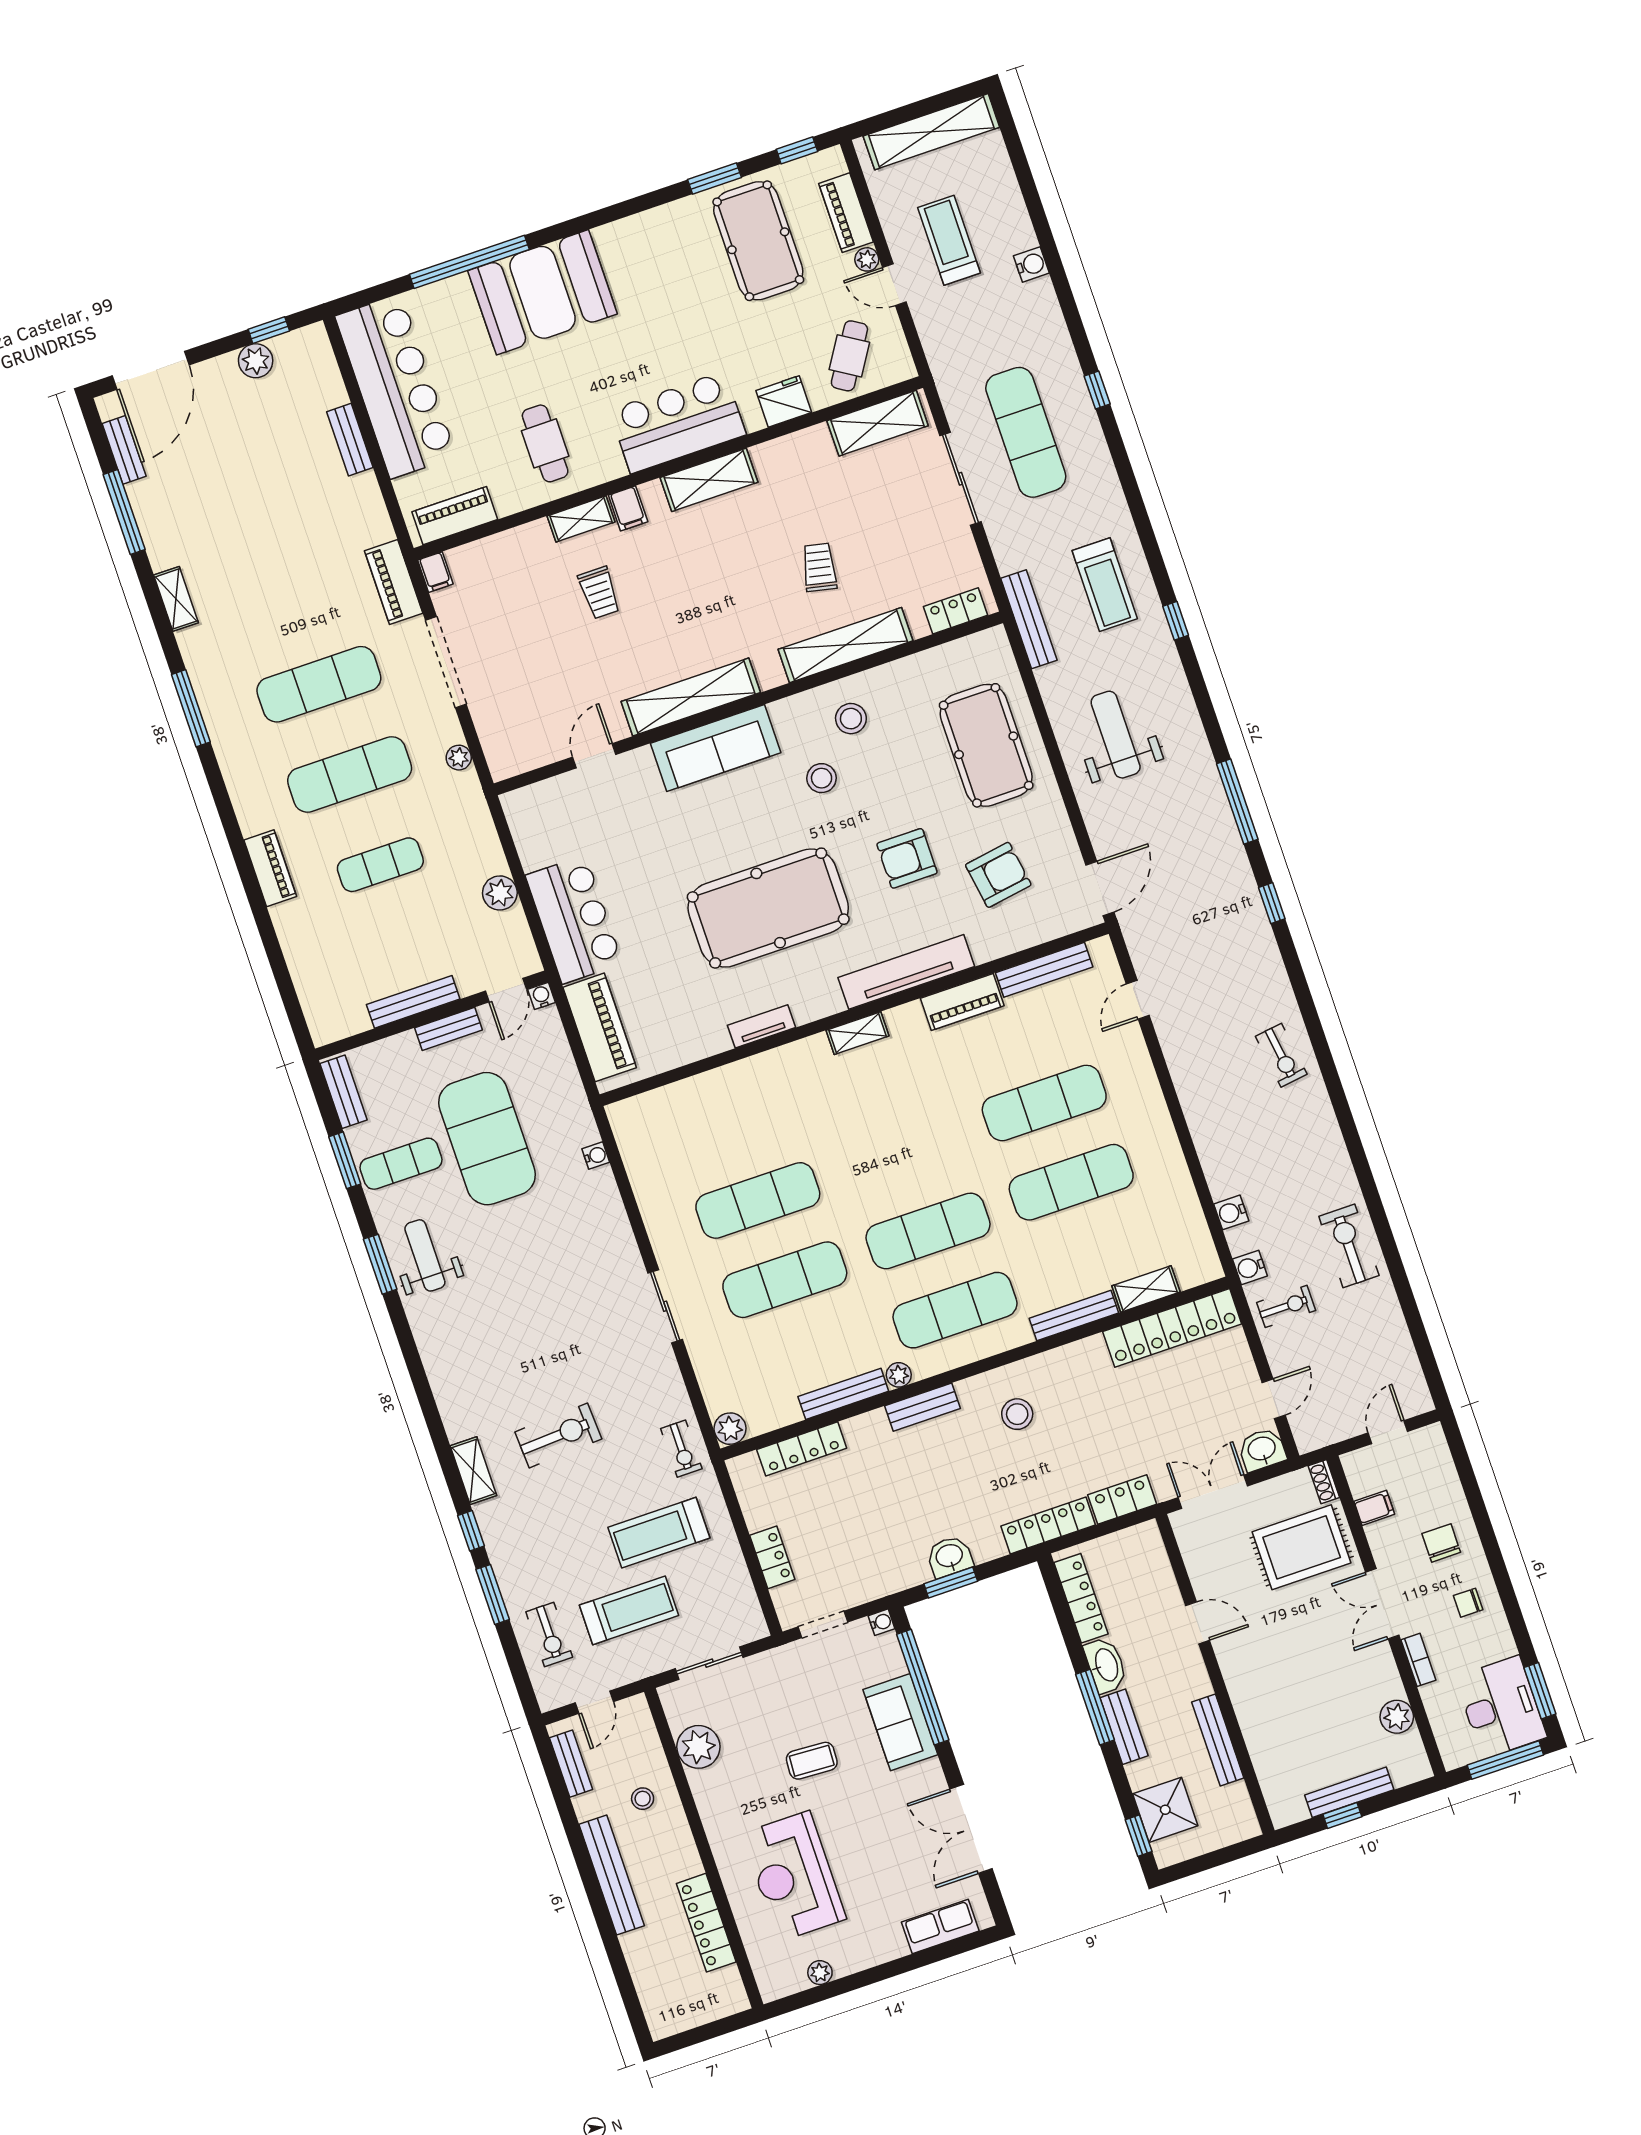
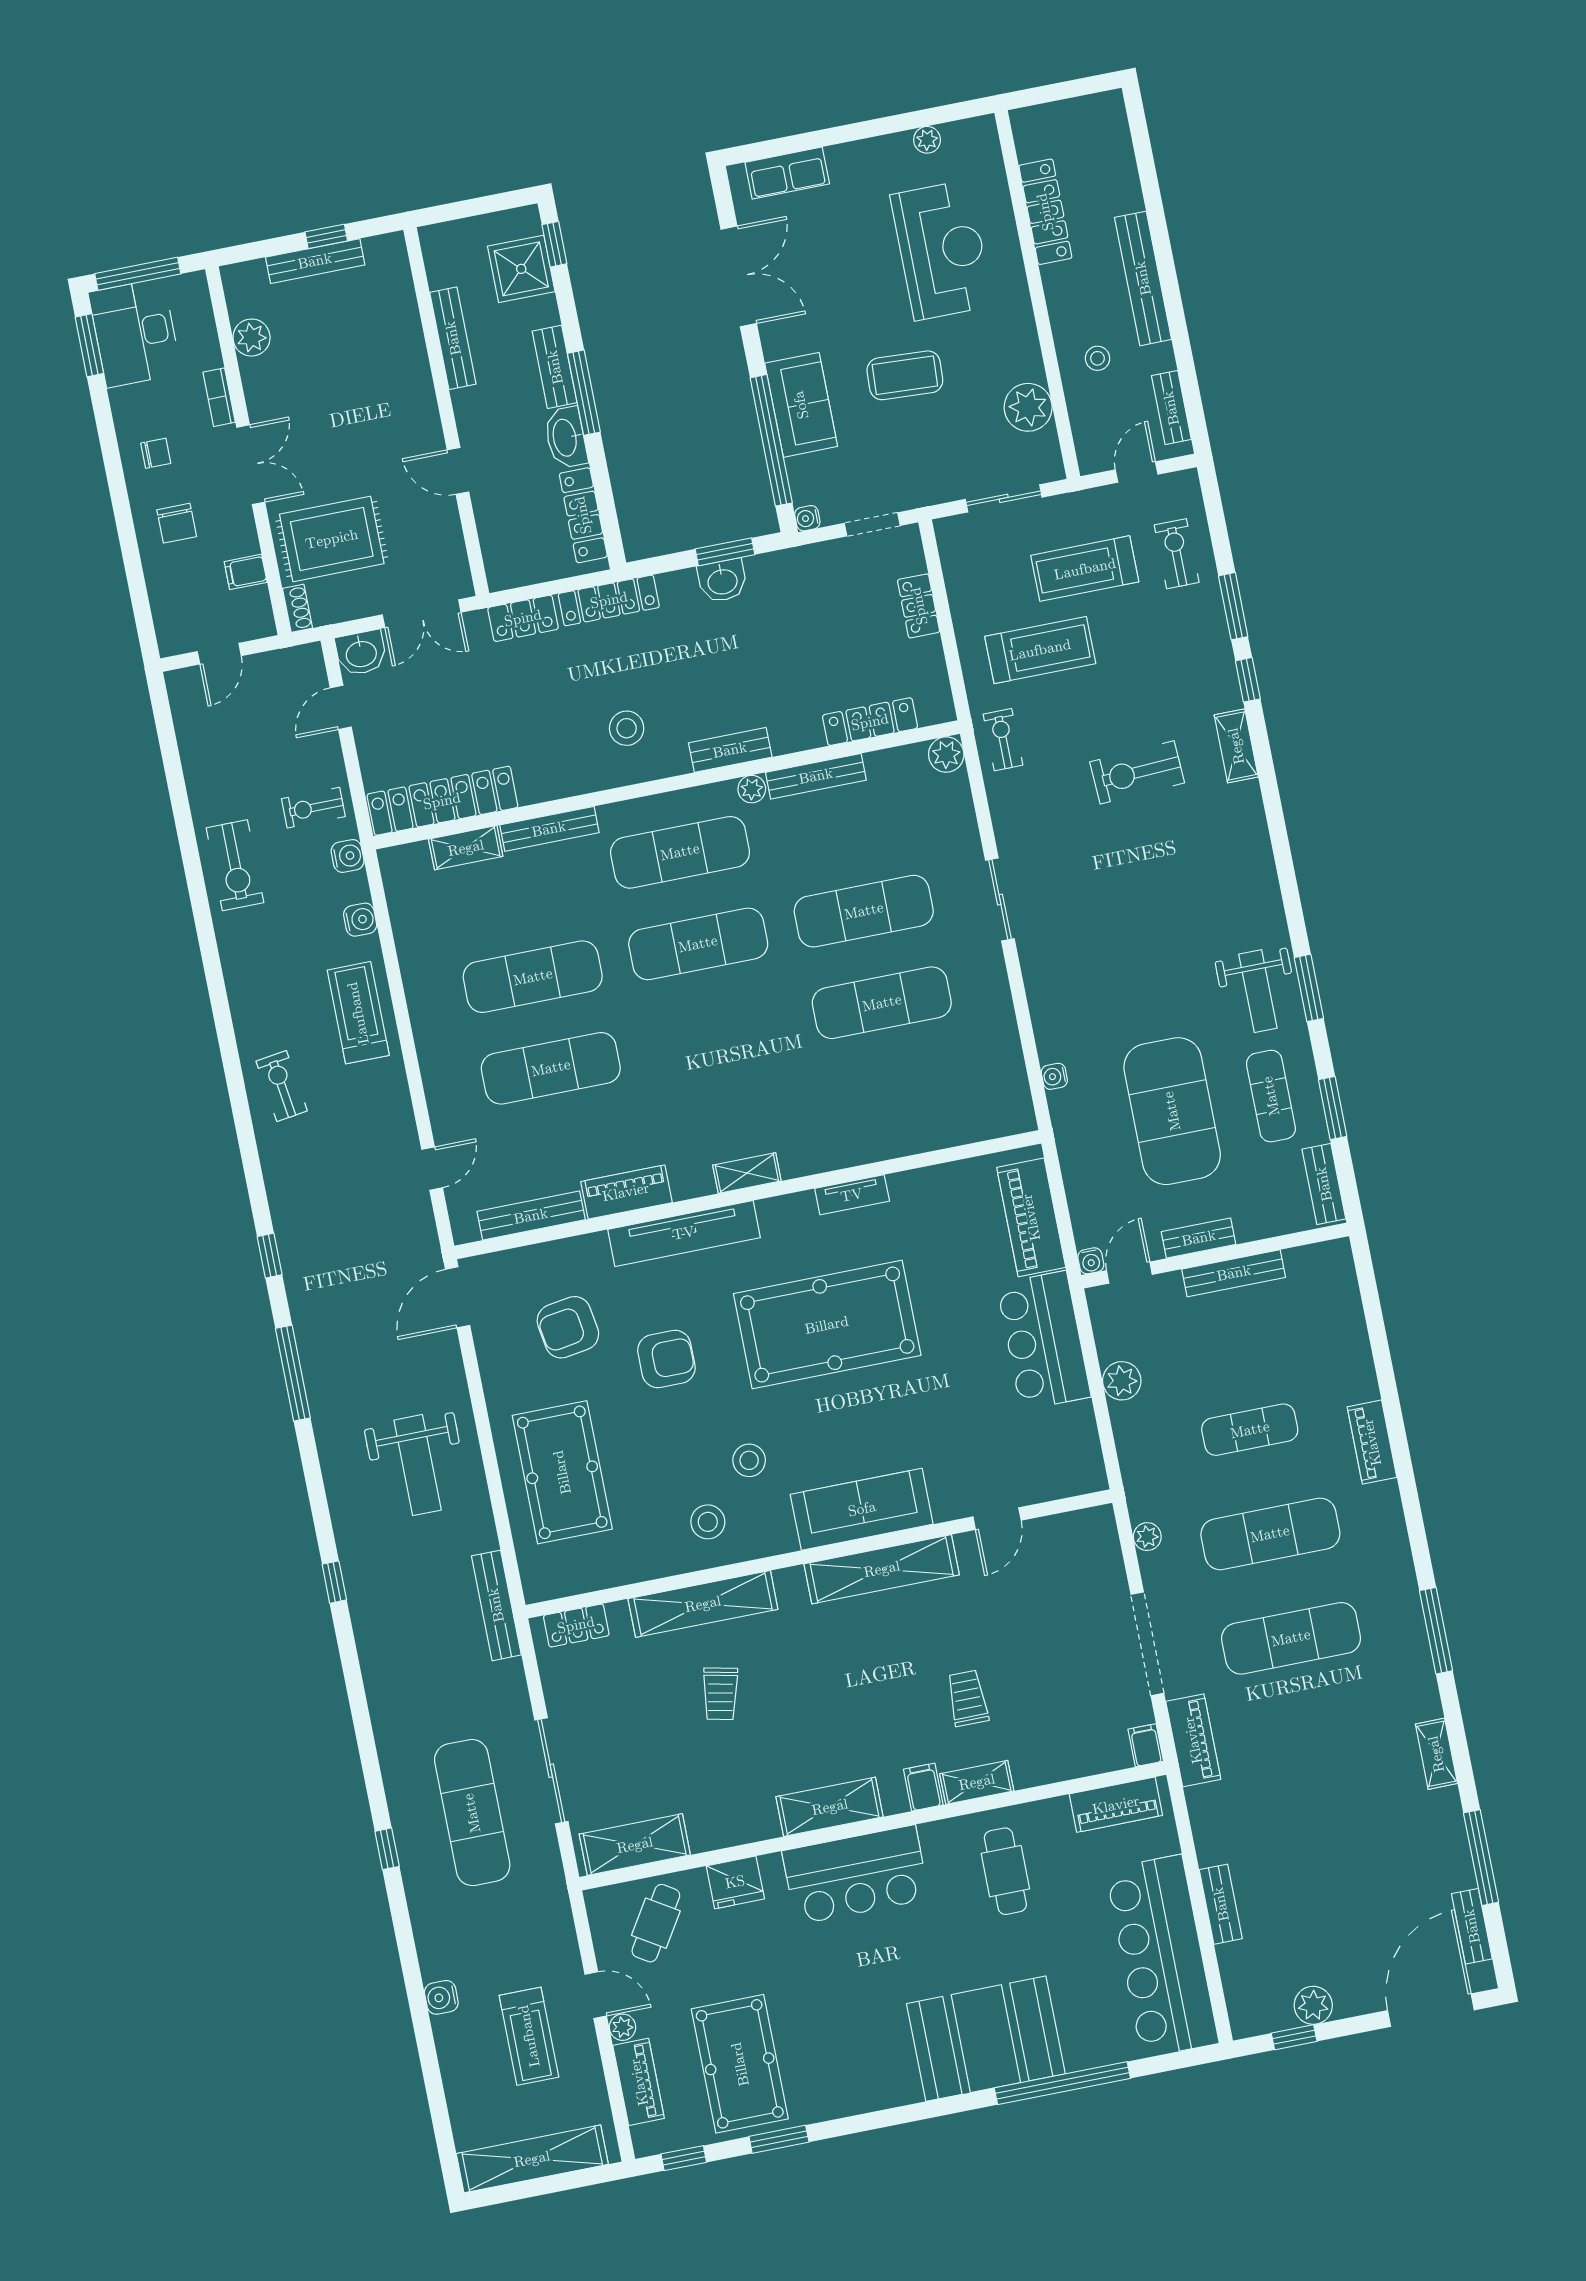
treadmill: (1105, 585) -> (358, 1013), moved
exercise mat: (401, 1164) -> (1271, 1096), turned 90
coffee table: (812, 1761) -> (905, 375), width x1.36, depth x1.30

